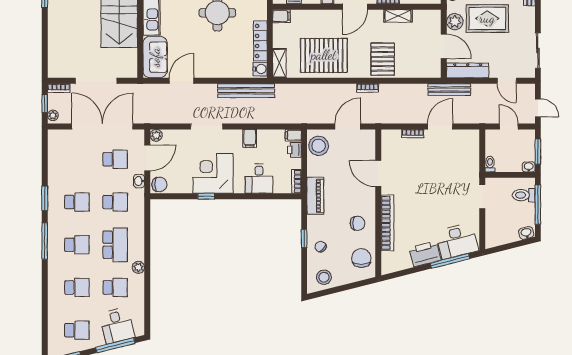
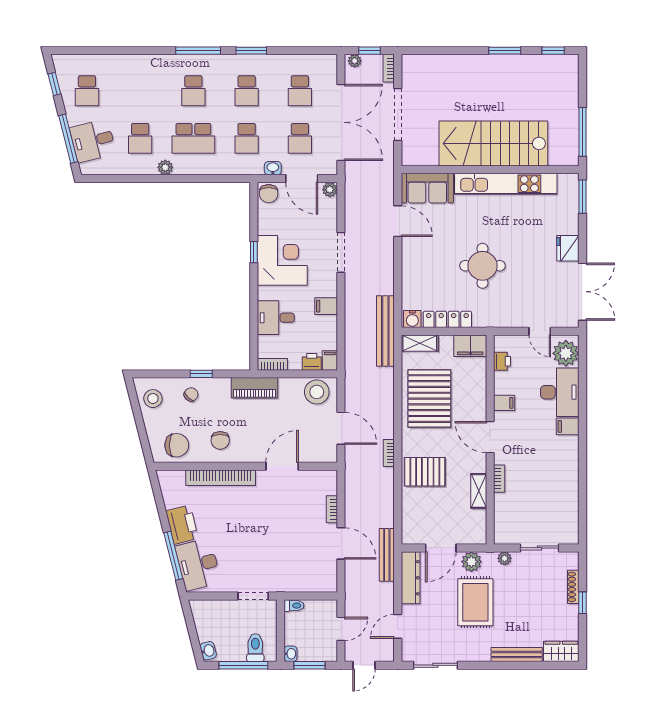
filing cabinet: (281, 16) -> (470, 346), width x2.00
bench: (246, 91) -> (385, 331), moved
school desk: (77, 287) -> (300, 91), moved

